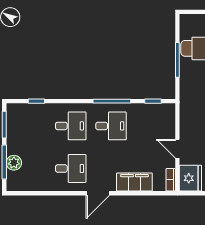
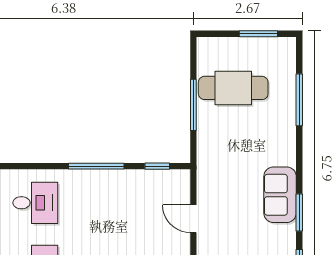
desk: (111, 126) -> (95, 203), removed
door: (177, 149) -> (193, 219), moved

